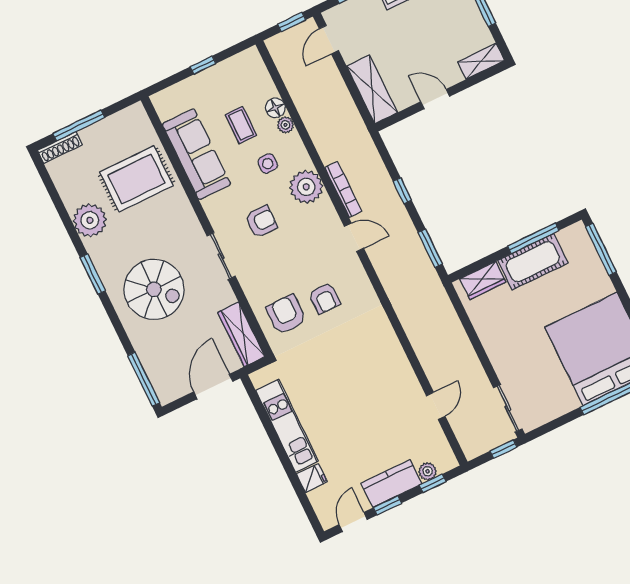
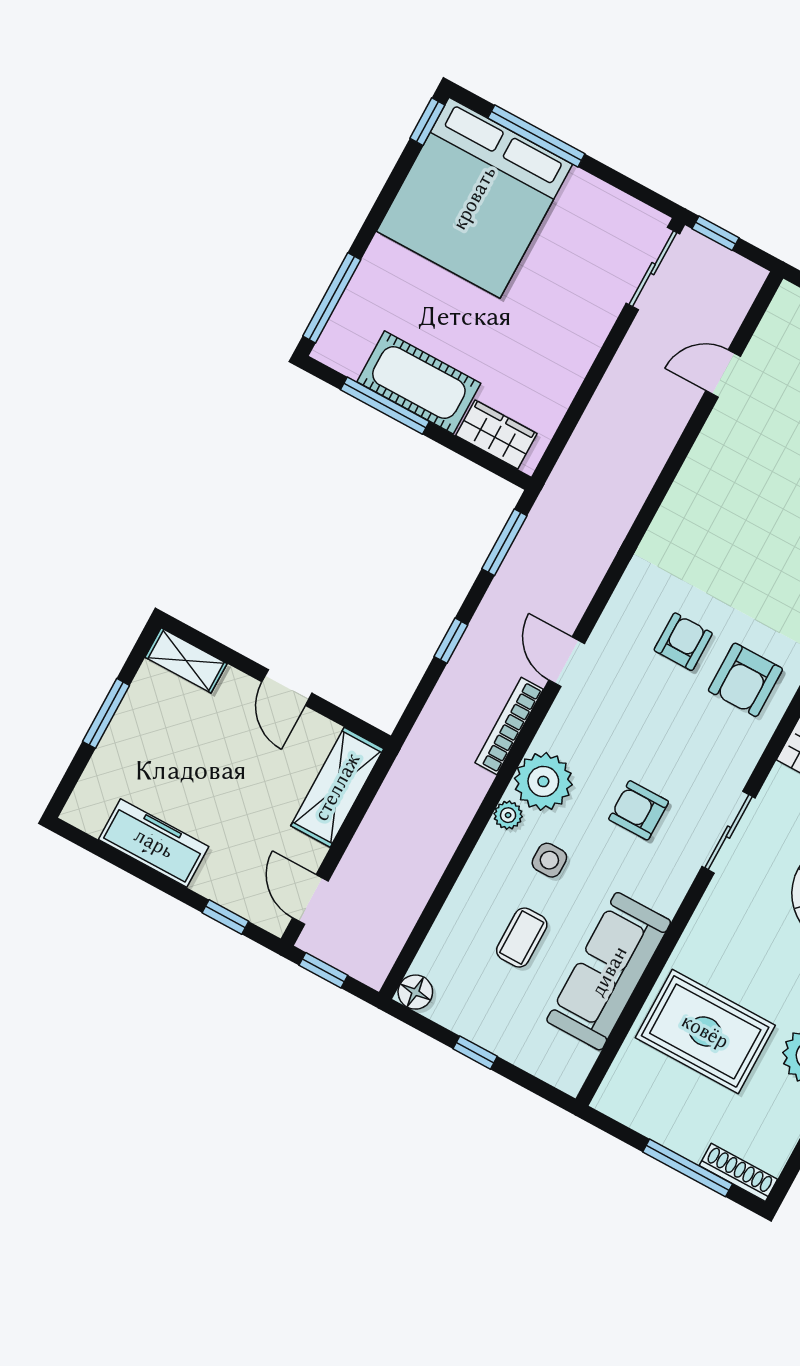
door: (329, 40) -> (310, 899), swing flipped
floor lamp: (275, 108) -> (415, 992), moved
plant: (286, 125) -> (508, 815), moved

